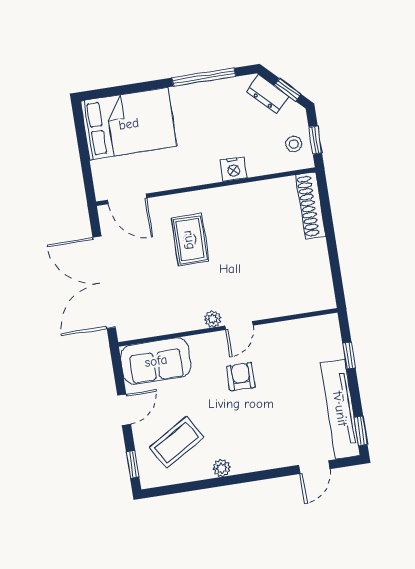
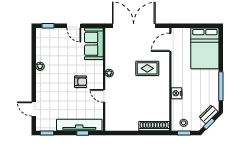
door: (239, 326) -> (104, 96), moved
tv unit: (340, 409) -> (79, 125), moved
coffee table: (176, 442) -> (55, 47), removed

